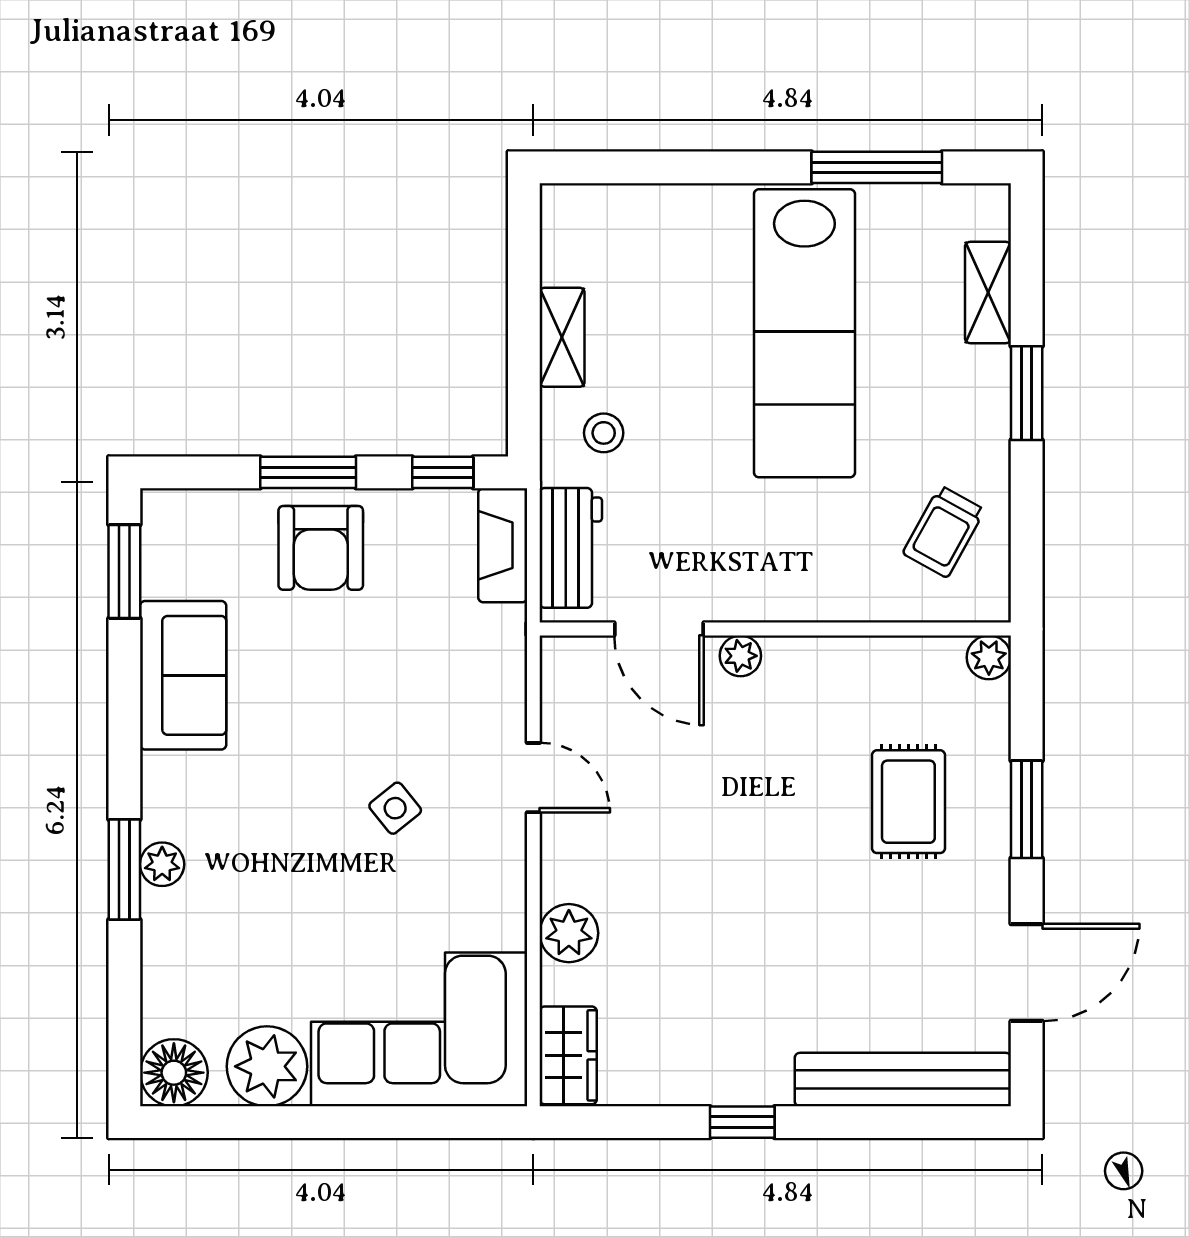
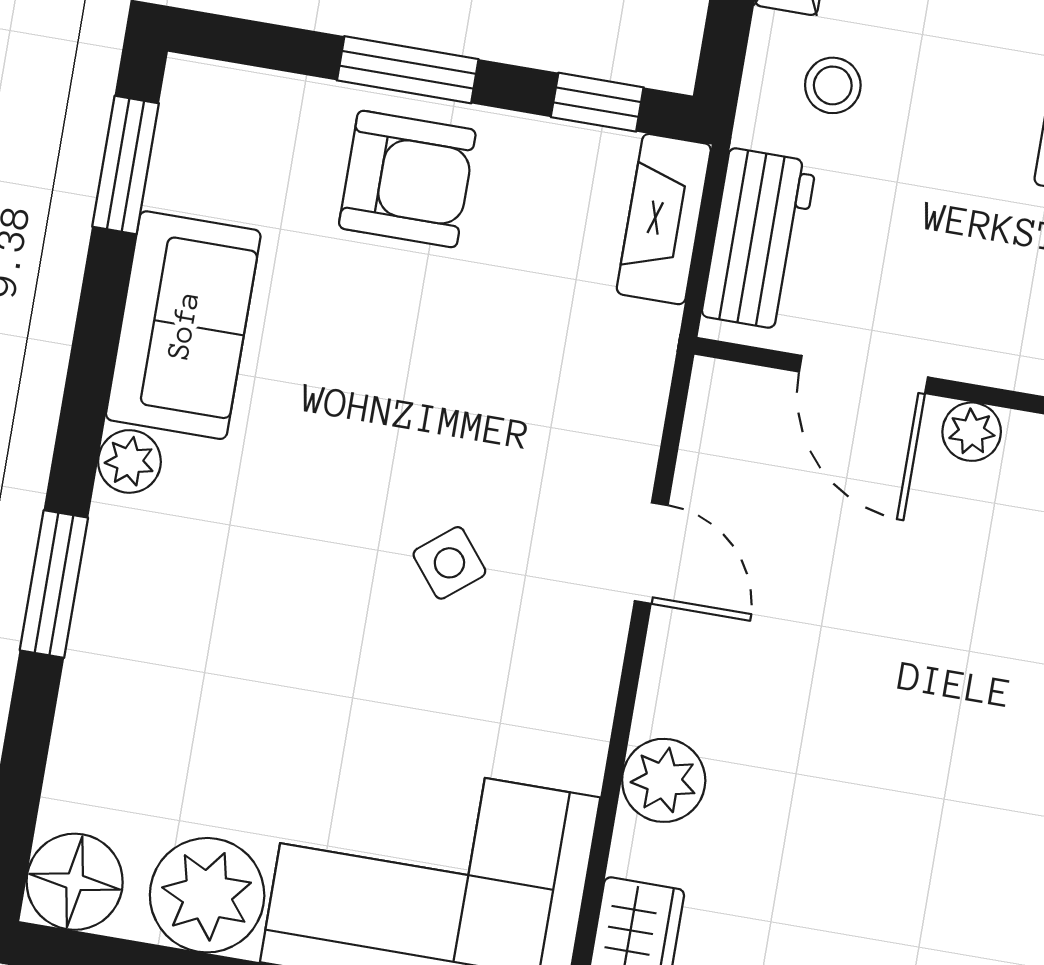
armchair: (321, 548) -> (407, 179), turned -90
plant: (162, 864) -> (129, 461), moved

